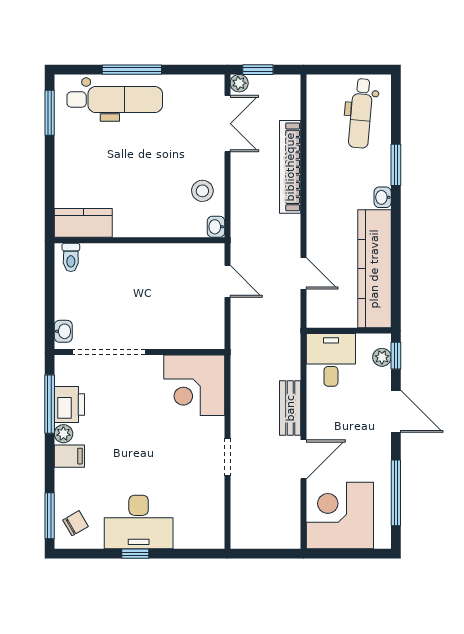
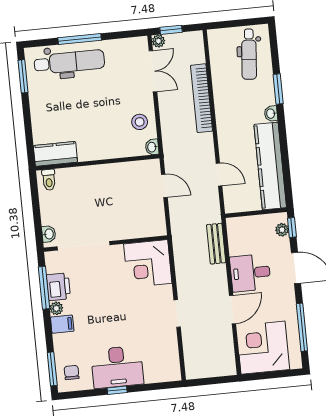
desk: (331, 360) -> (250, 273), moved, turned -90
bench: (290, 408) -> (216, 244), moved
chair: (76, 523) -> (72, 372), turned -60

